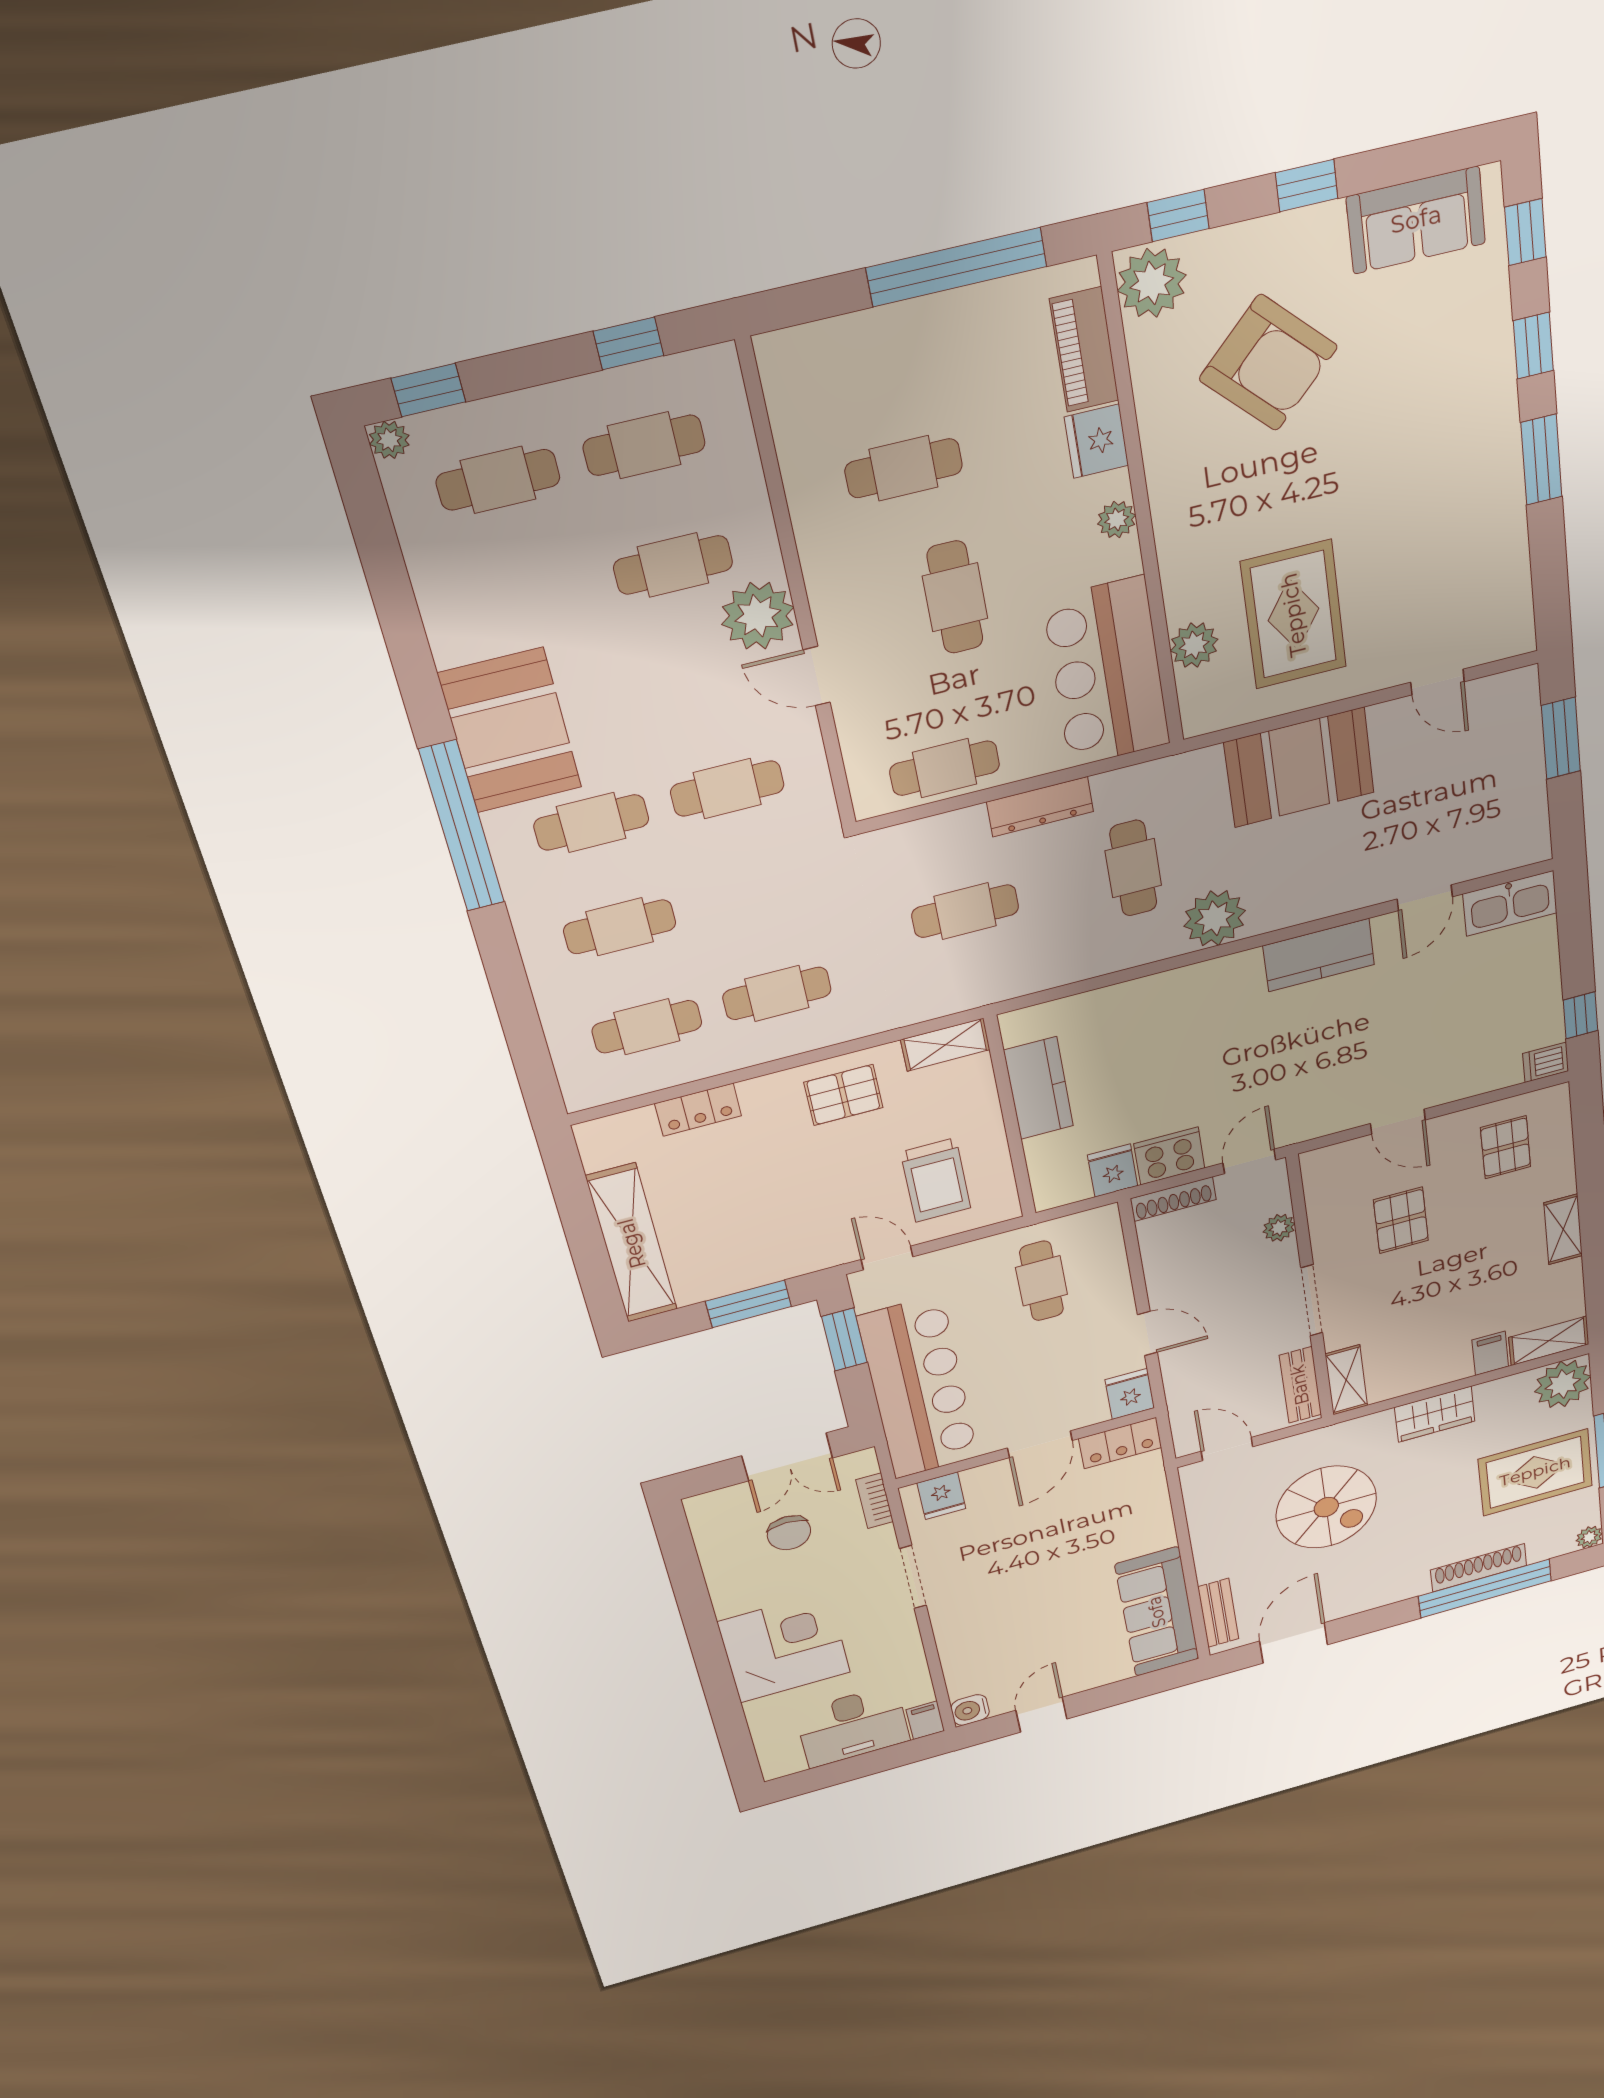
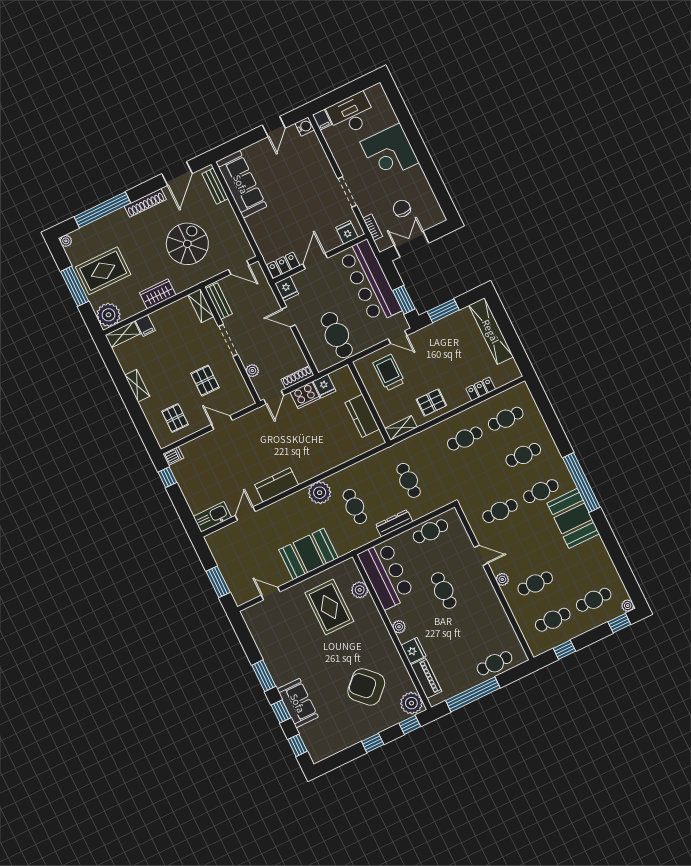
sofa: (1416, 220) -> (298, 703), moved, turned 90
cafe table: (904, 468) -> (495, 663), moved
plant: (758, 616) -> (502, 579), width x0.53, depth x0.53
cafe table: (965, 911) -> (409, 480), turned 90
cafe table: (1041, 1281) -> (337, 335), width x1.37, depth x1.35
spiral stairs: (1326, 1507) -> (187, 244), turned 90
shoe rack: (1479, 1568) -> (145, 203), moved

